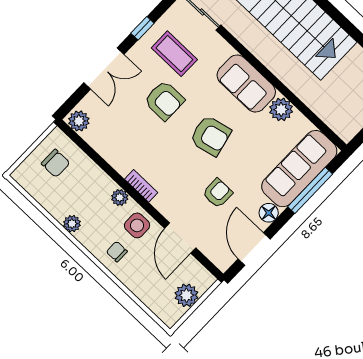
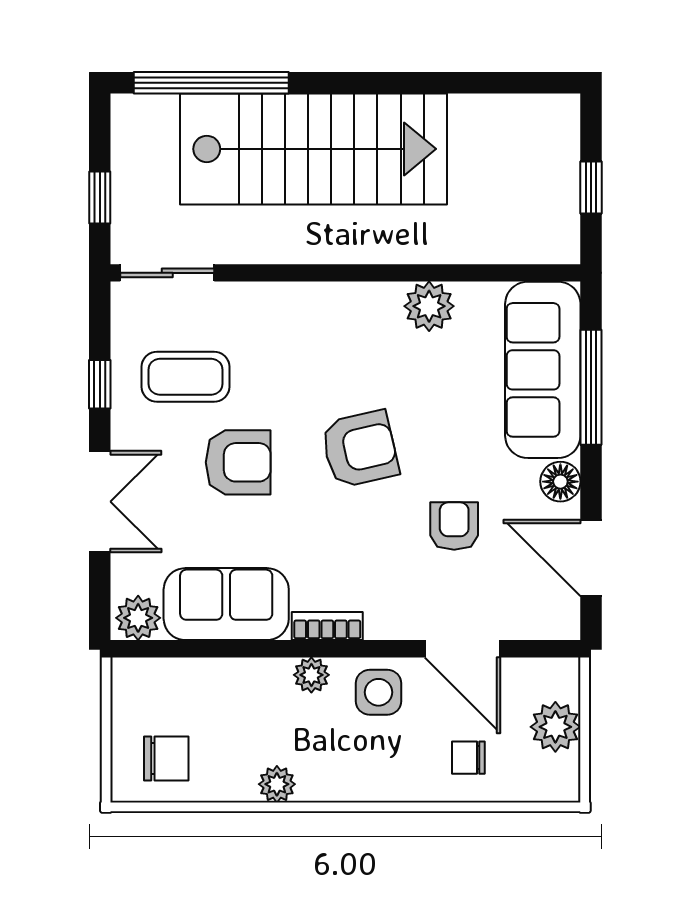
sofa: (246, 84) -> (226, 604), moved, turned 180
chair: (56, 163) -> (166, 758), moved
chair: (117, 252) -> (468, 758), moved

